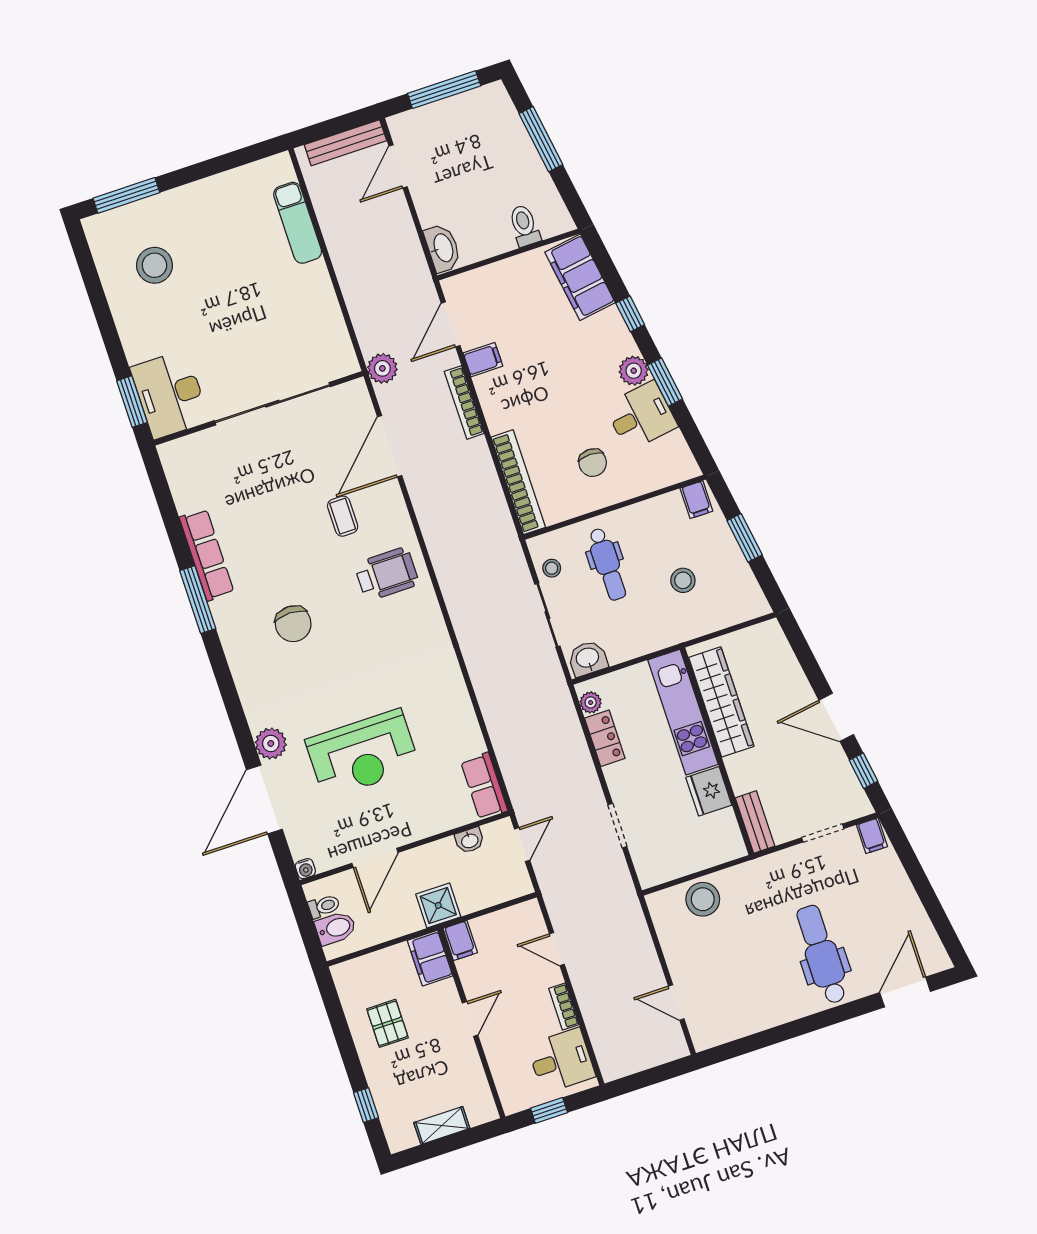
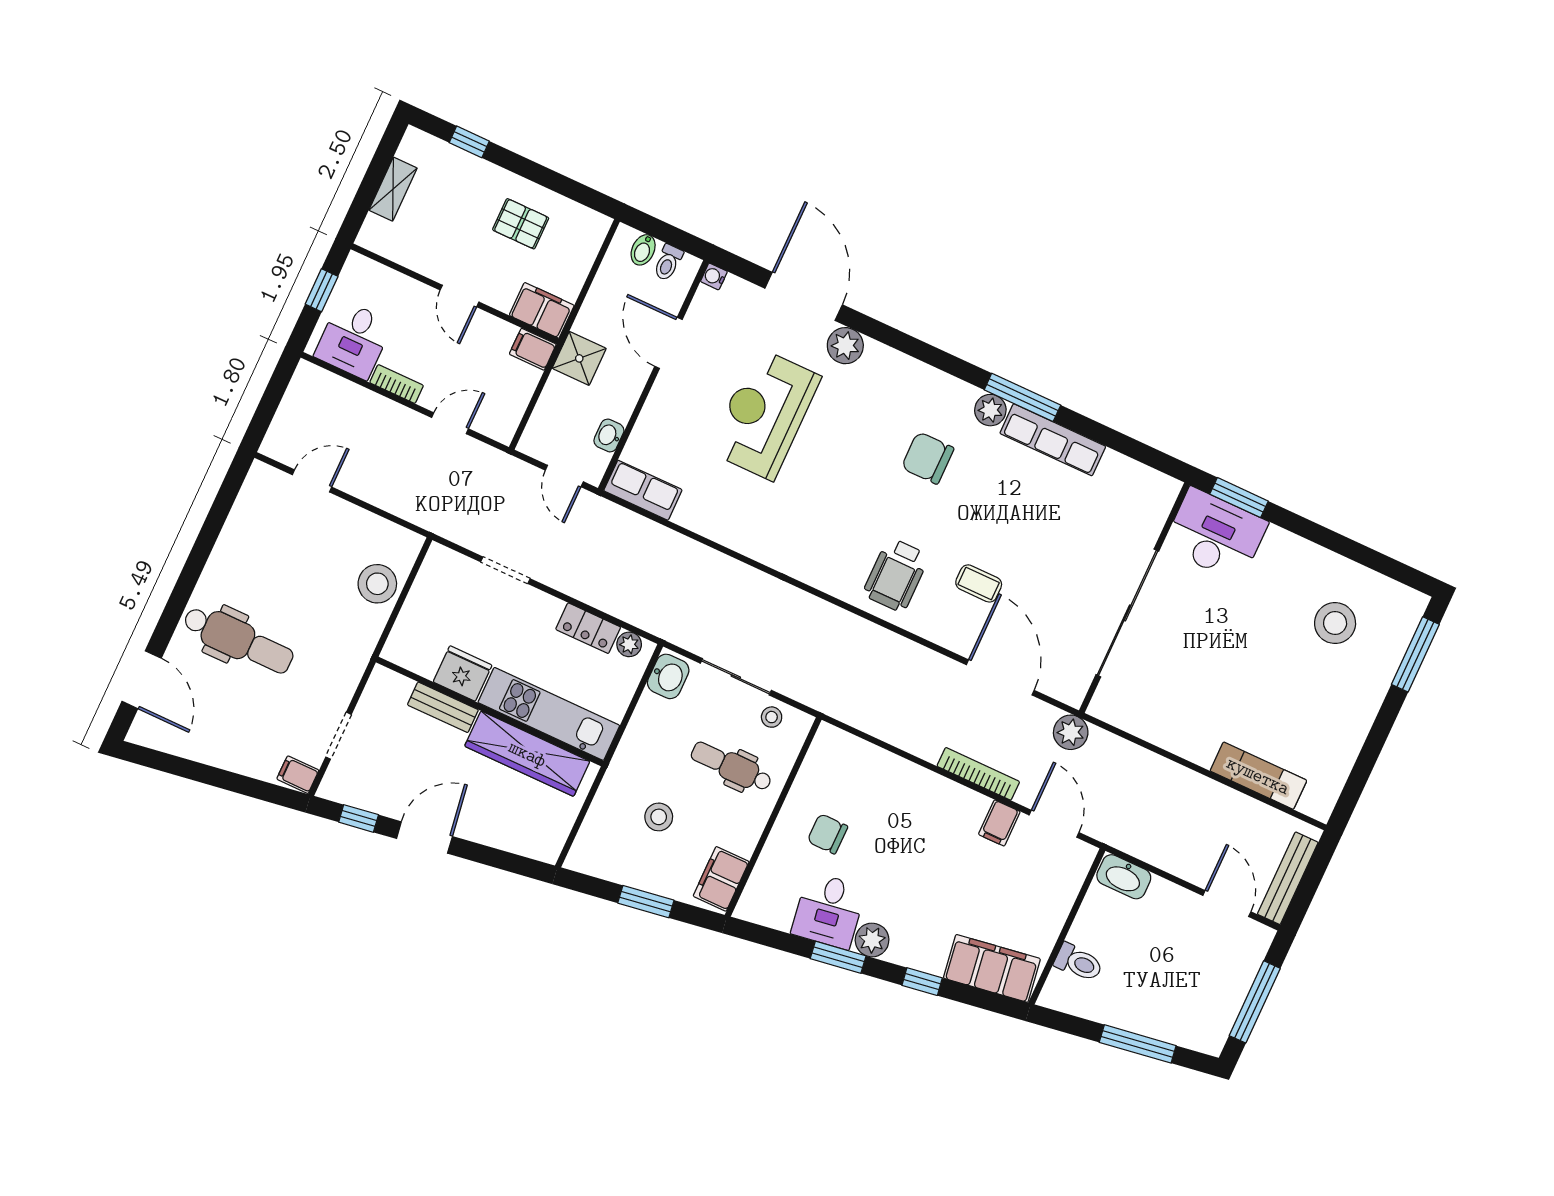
bookcase: (518, 482) -> (869, 757), removed
filing cabinet: (696, 500) -> (721, 879), width x2.00
plant: (225, 612) -> (990, 410), added
bench: (755, 822) -> (443, 707), moved
bidet: (336, 928) -> (643, 250), width x0.72, depth x0.74

